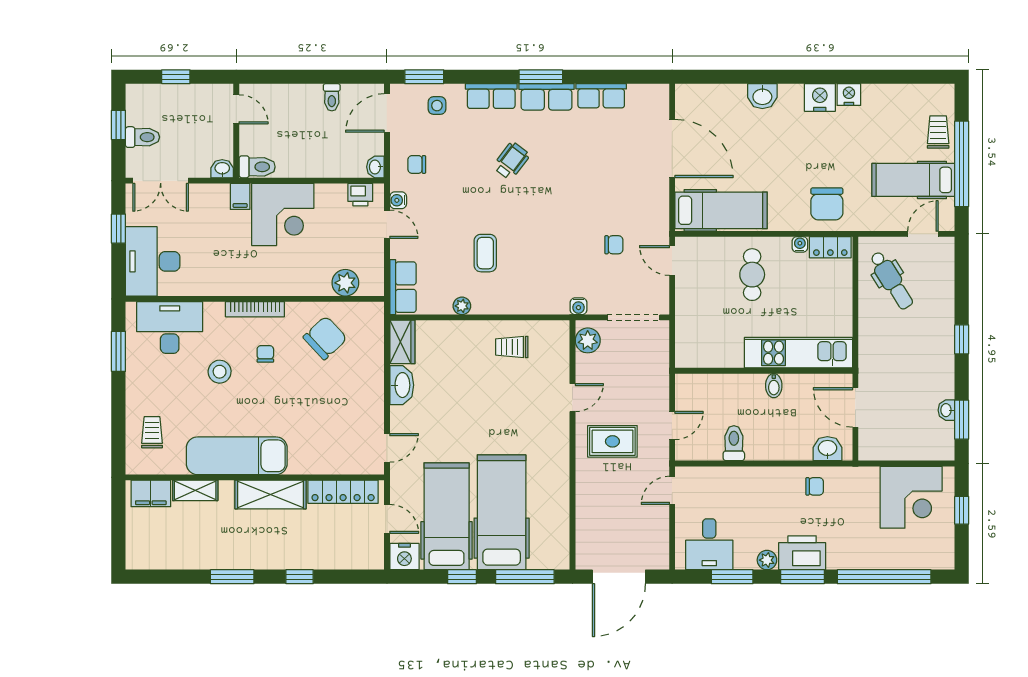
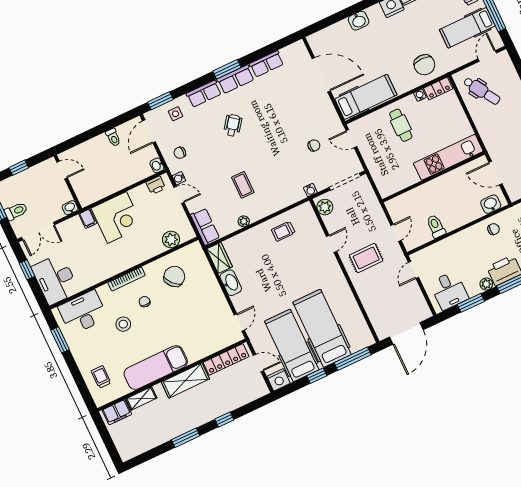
toilet: (257, 167) -> (89, 197), removed
bidet: (774, 386) -> (443, 183), removed

